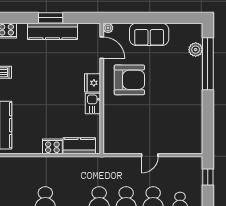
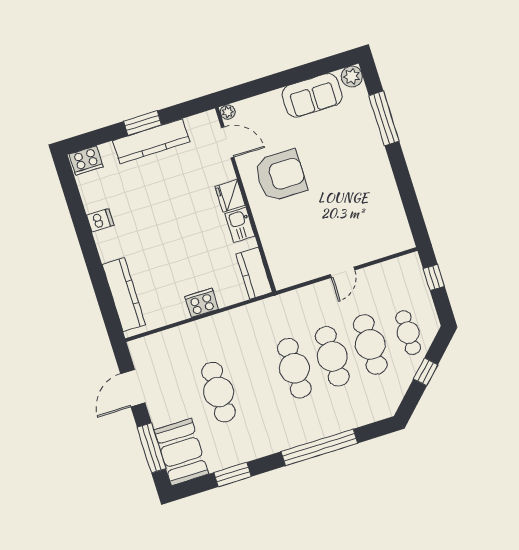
sofa: (149, 34) -> (312, 95), moved
plant: (196, 50) -> (352, 76), moved
window: (208, 64) -> (384, 118), width x0.68
kitchen counter: (79, 146) -> (254, 273), moved, turned -90

